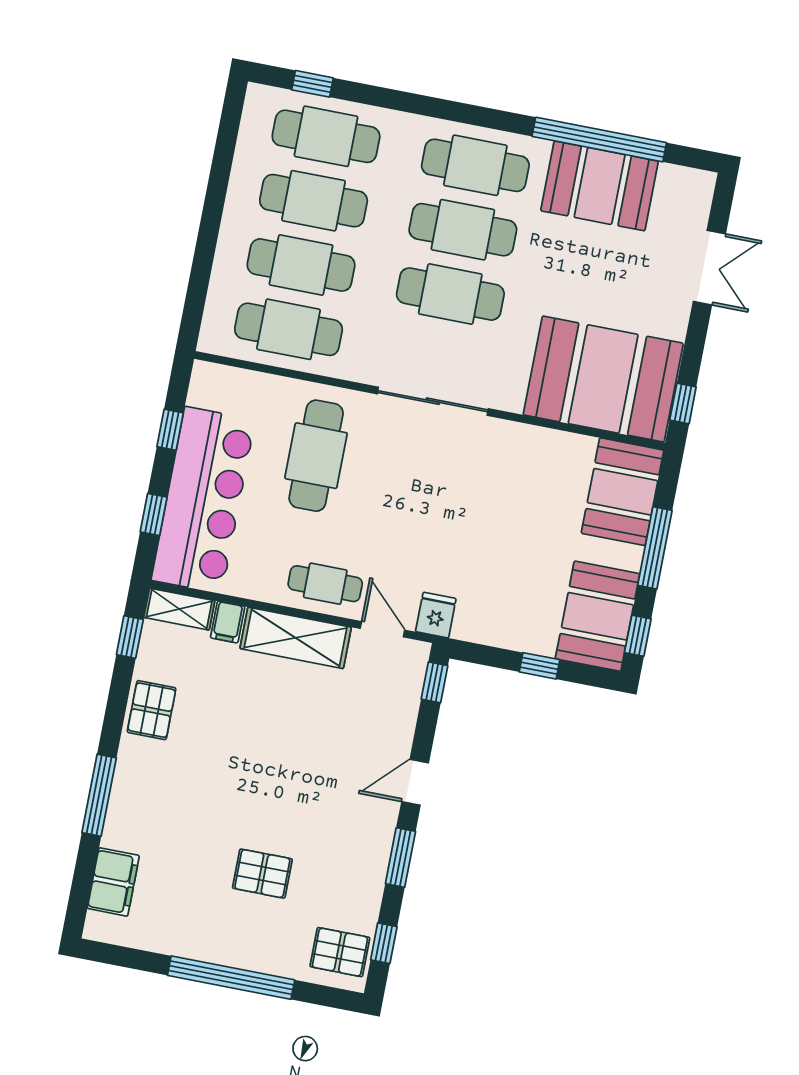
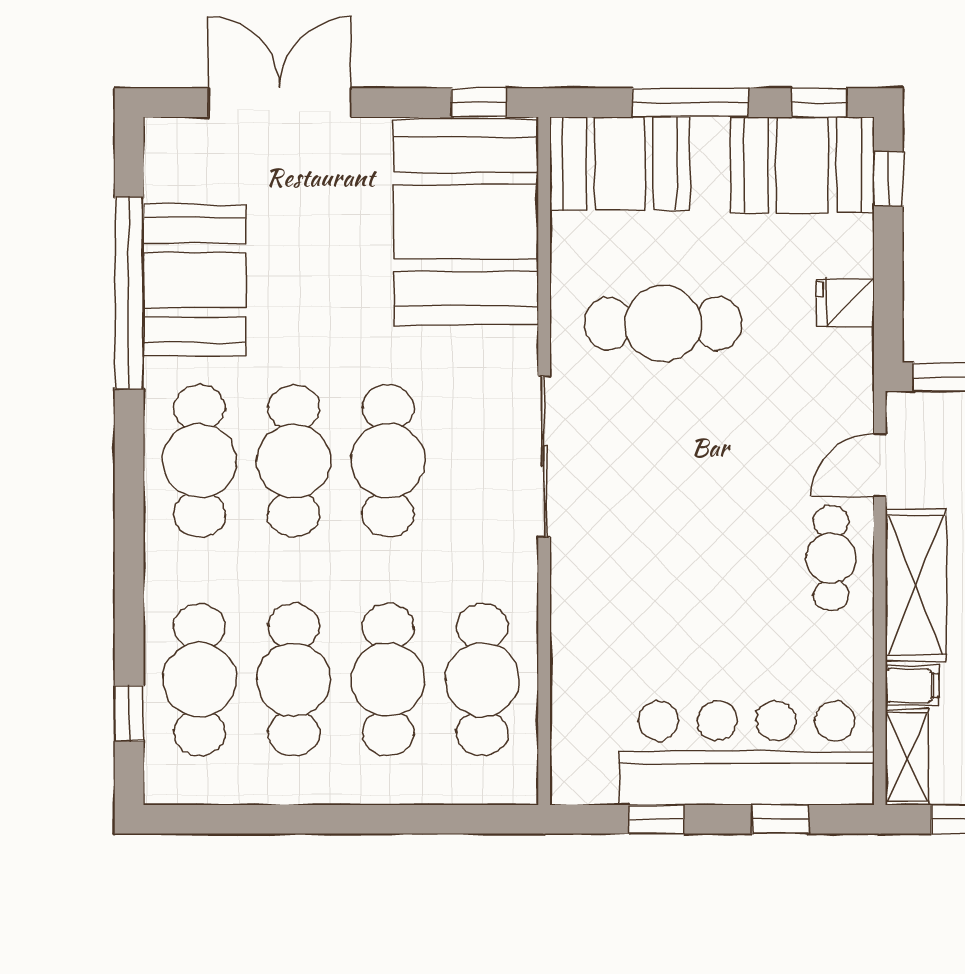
double door: (709, 268) -> (280, 103), width x1.37
cafe table: (316, 456) -> (663, 323), moved
fridge: (436, 615) -> (845, 302), moved
window: (539, 666) -> (888, 179), moved

